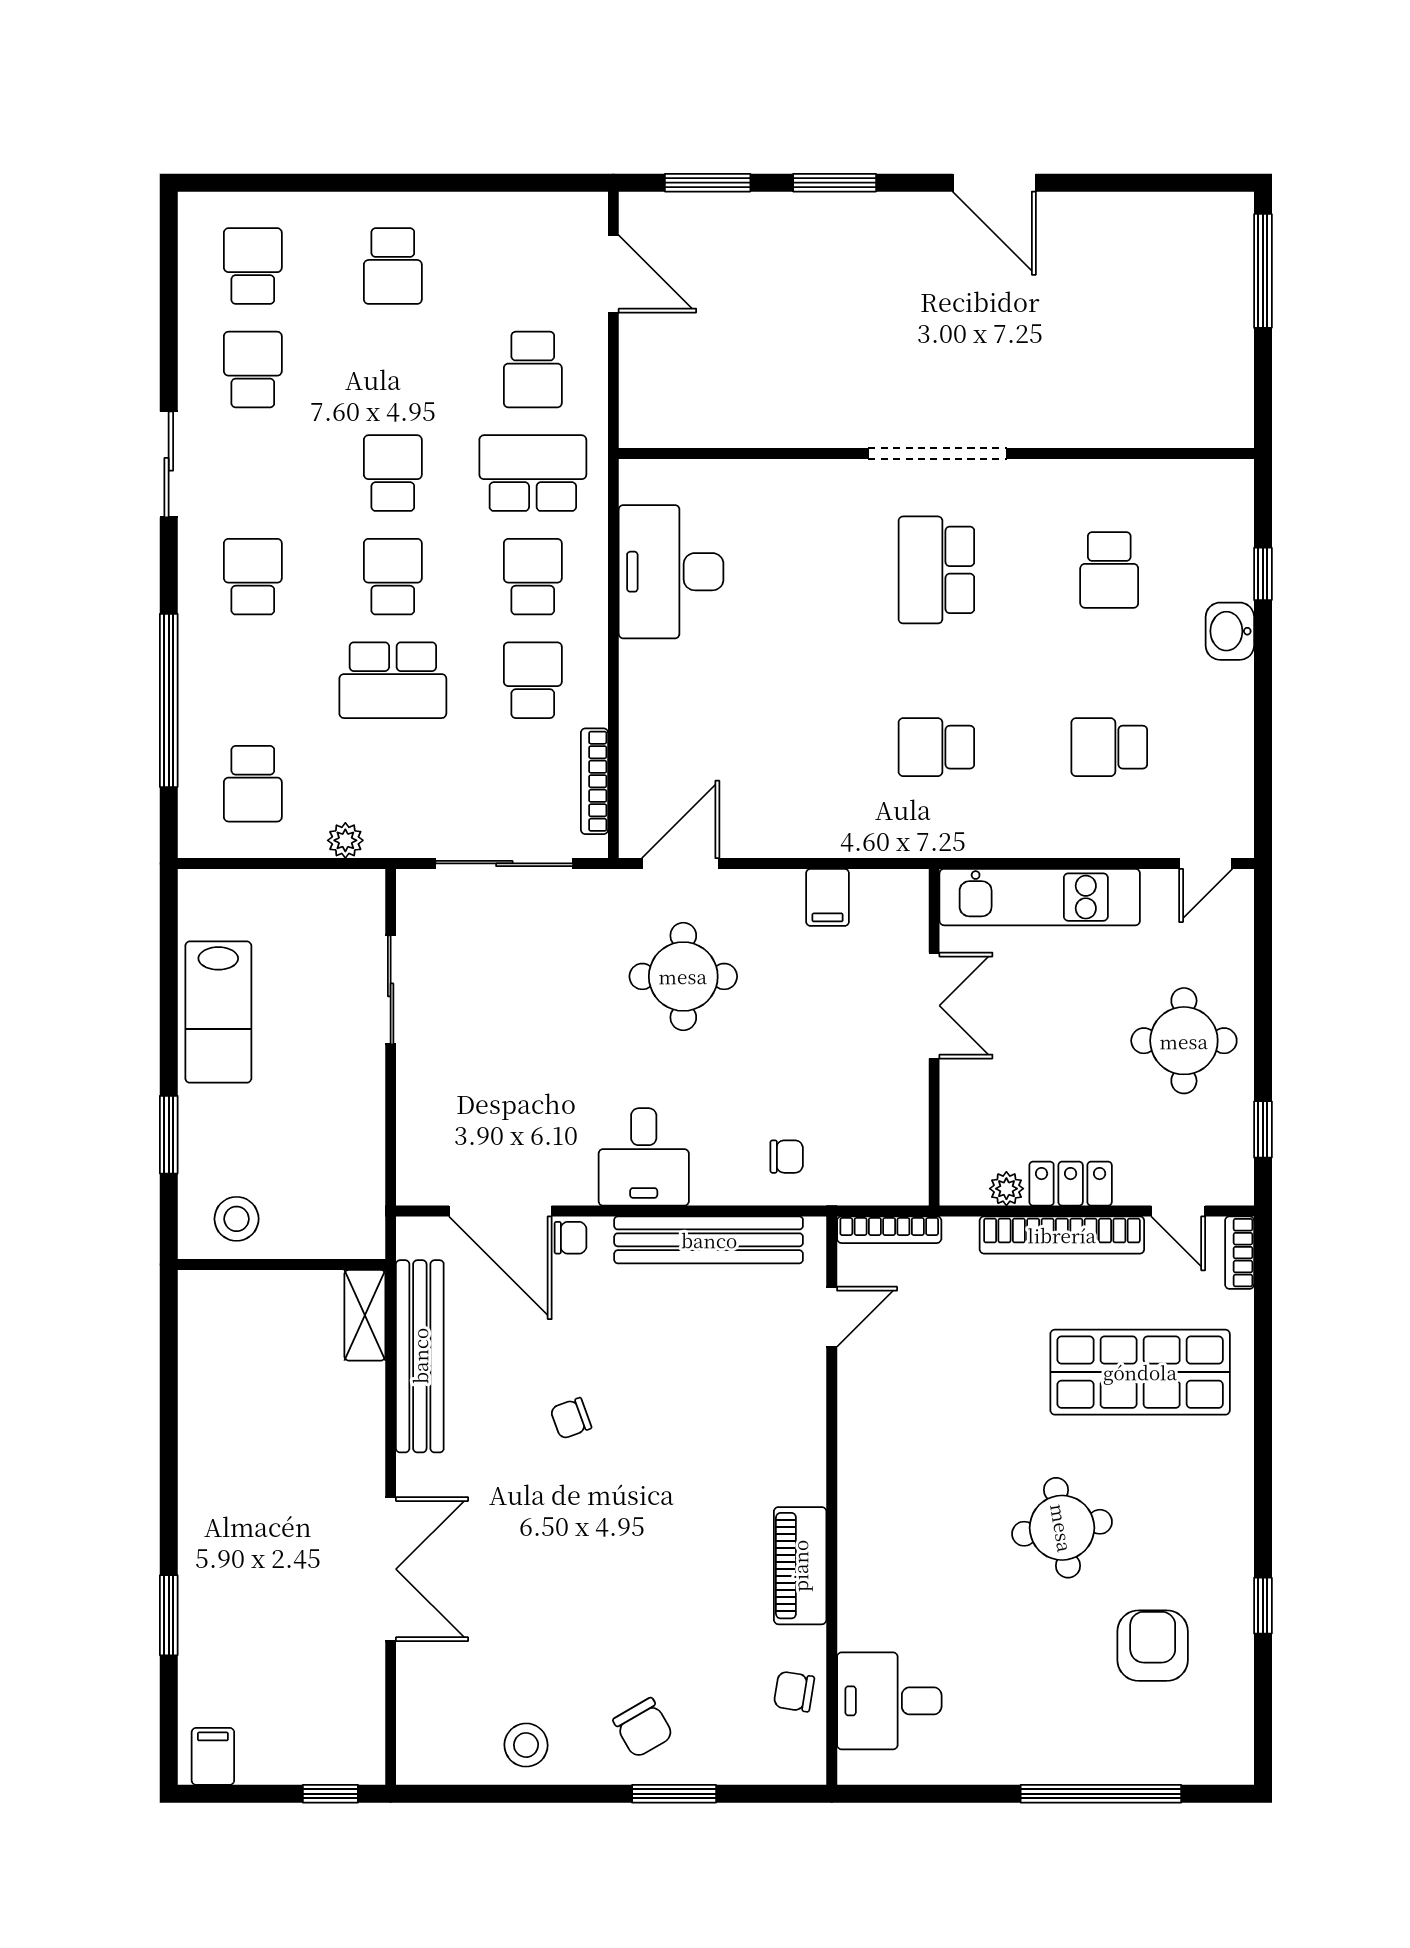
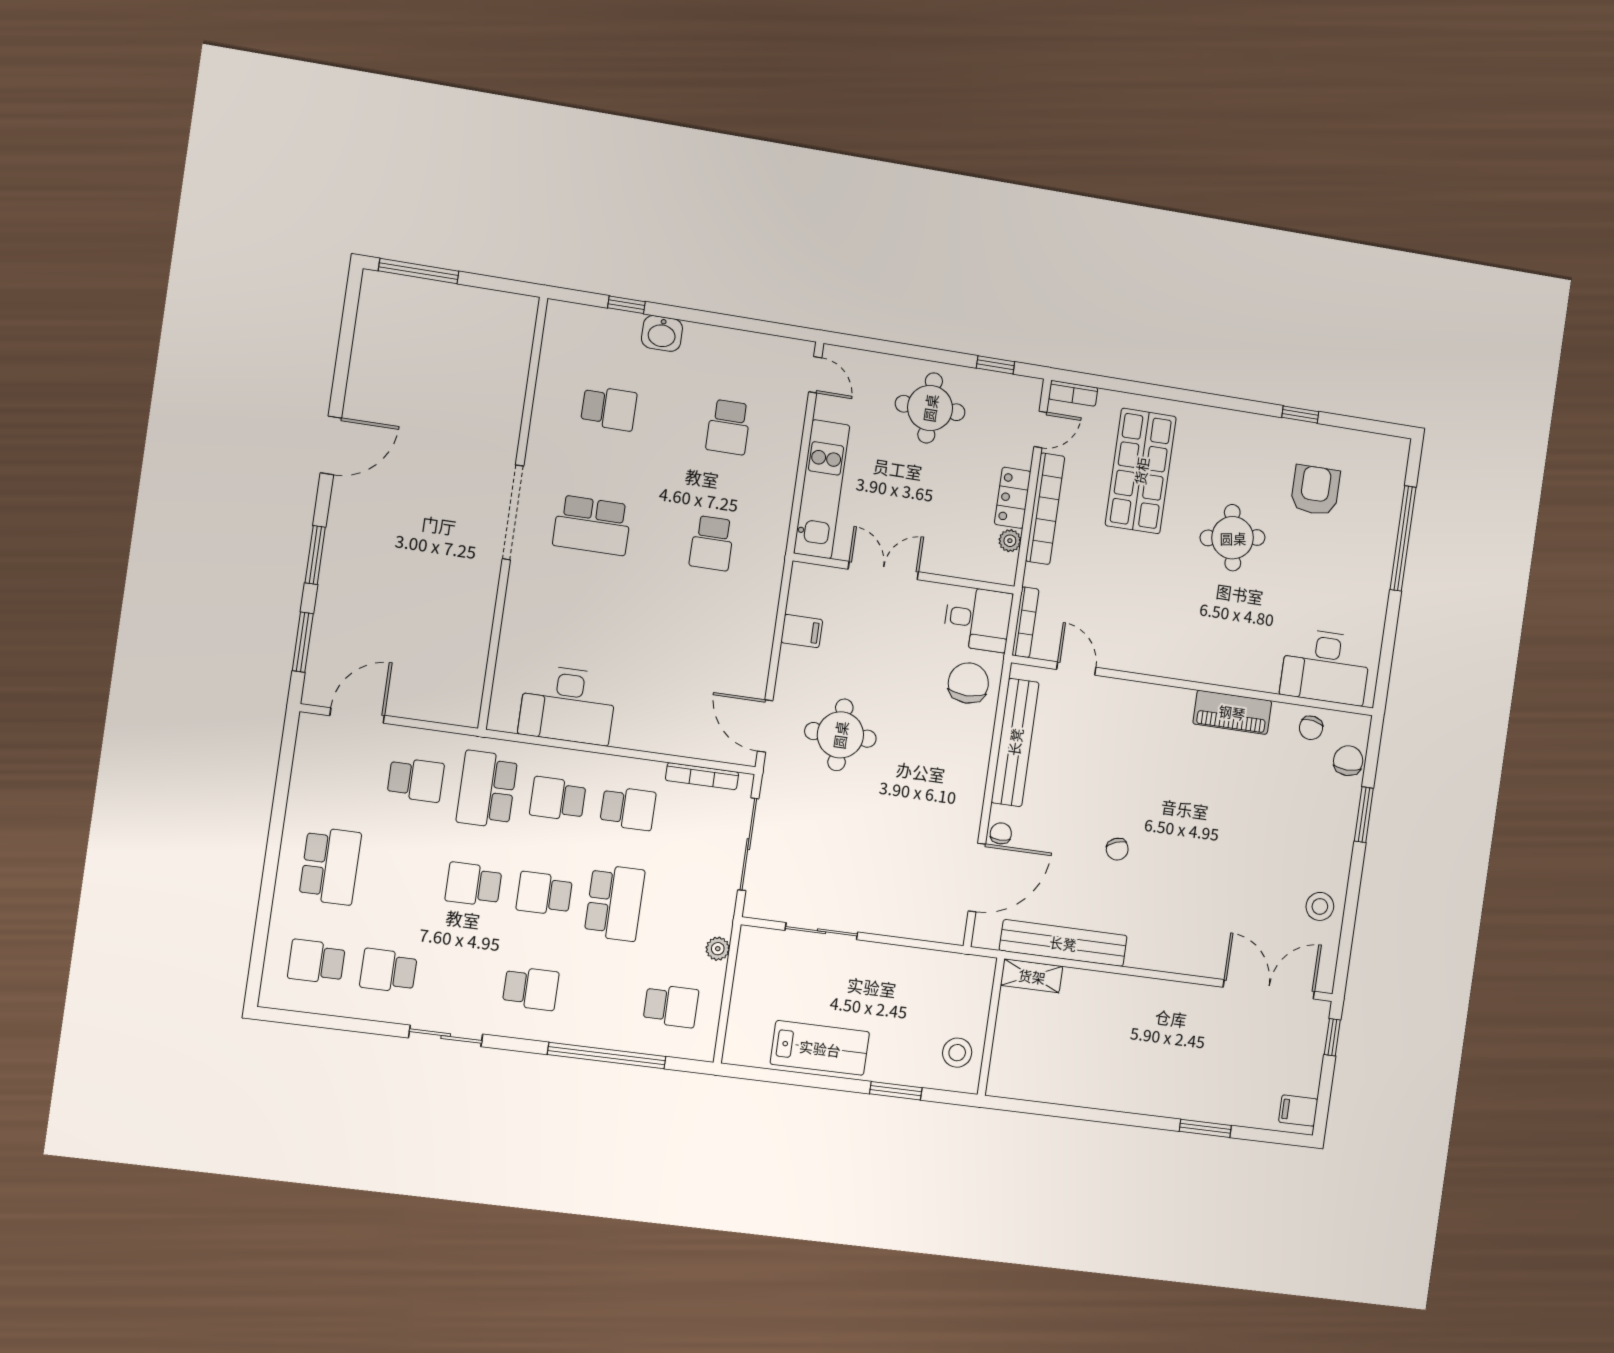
school desk: (393, 266) -> (330, 866), width x1.85
school desk: (253, 577) -> (531, 988), turned 180
school desk: (533, 680) -> (628, 808), turned 180
desk: (644, 1157) -> (978, 619), moved
chair: (787, 1157) -> (968, 683), width x1.87, depth x1.87
double door: (391, 1569) -> (1269, 989), moved
armchair: (1153, 1646) -> (1315, 490), turned 90
desk: (889, 1701) -> (1326, 667), width x1.37
chair: (643, 1728) -> (1348, 761), moved, turned -60

